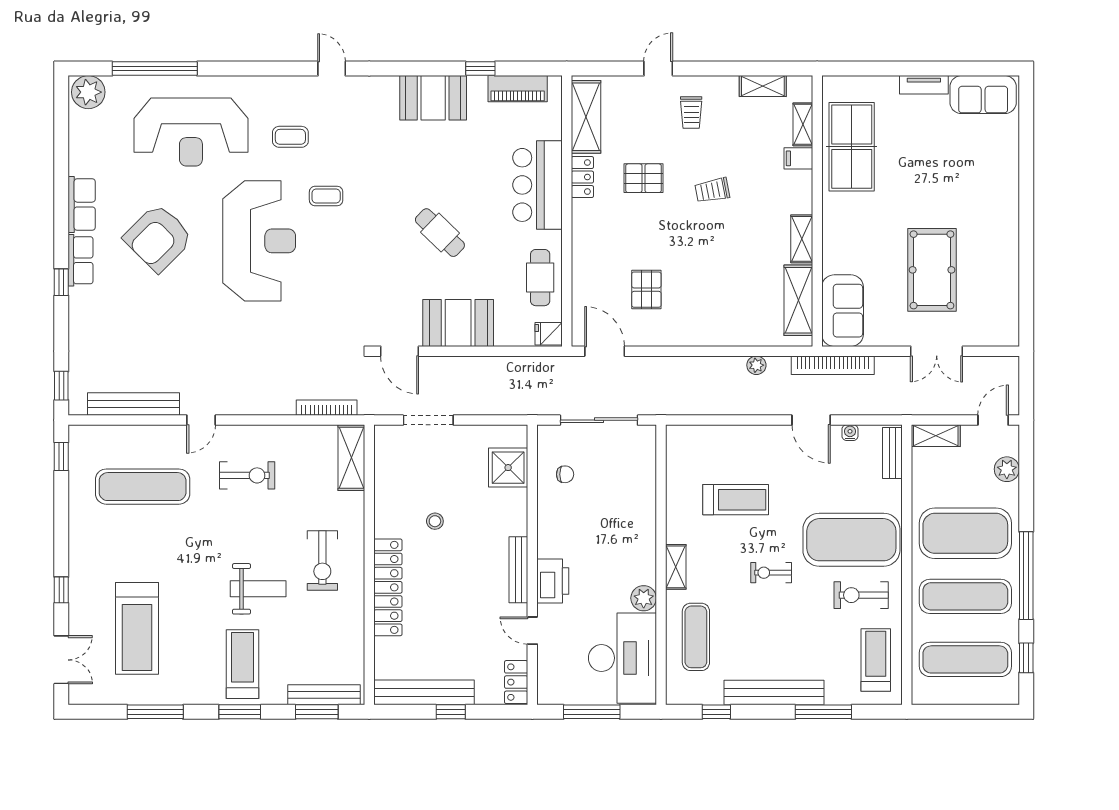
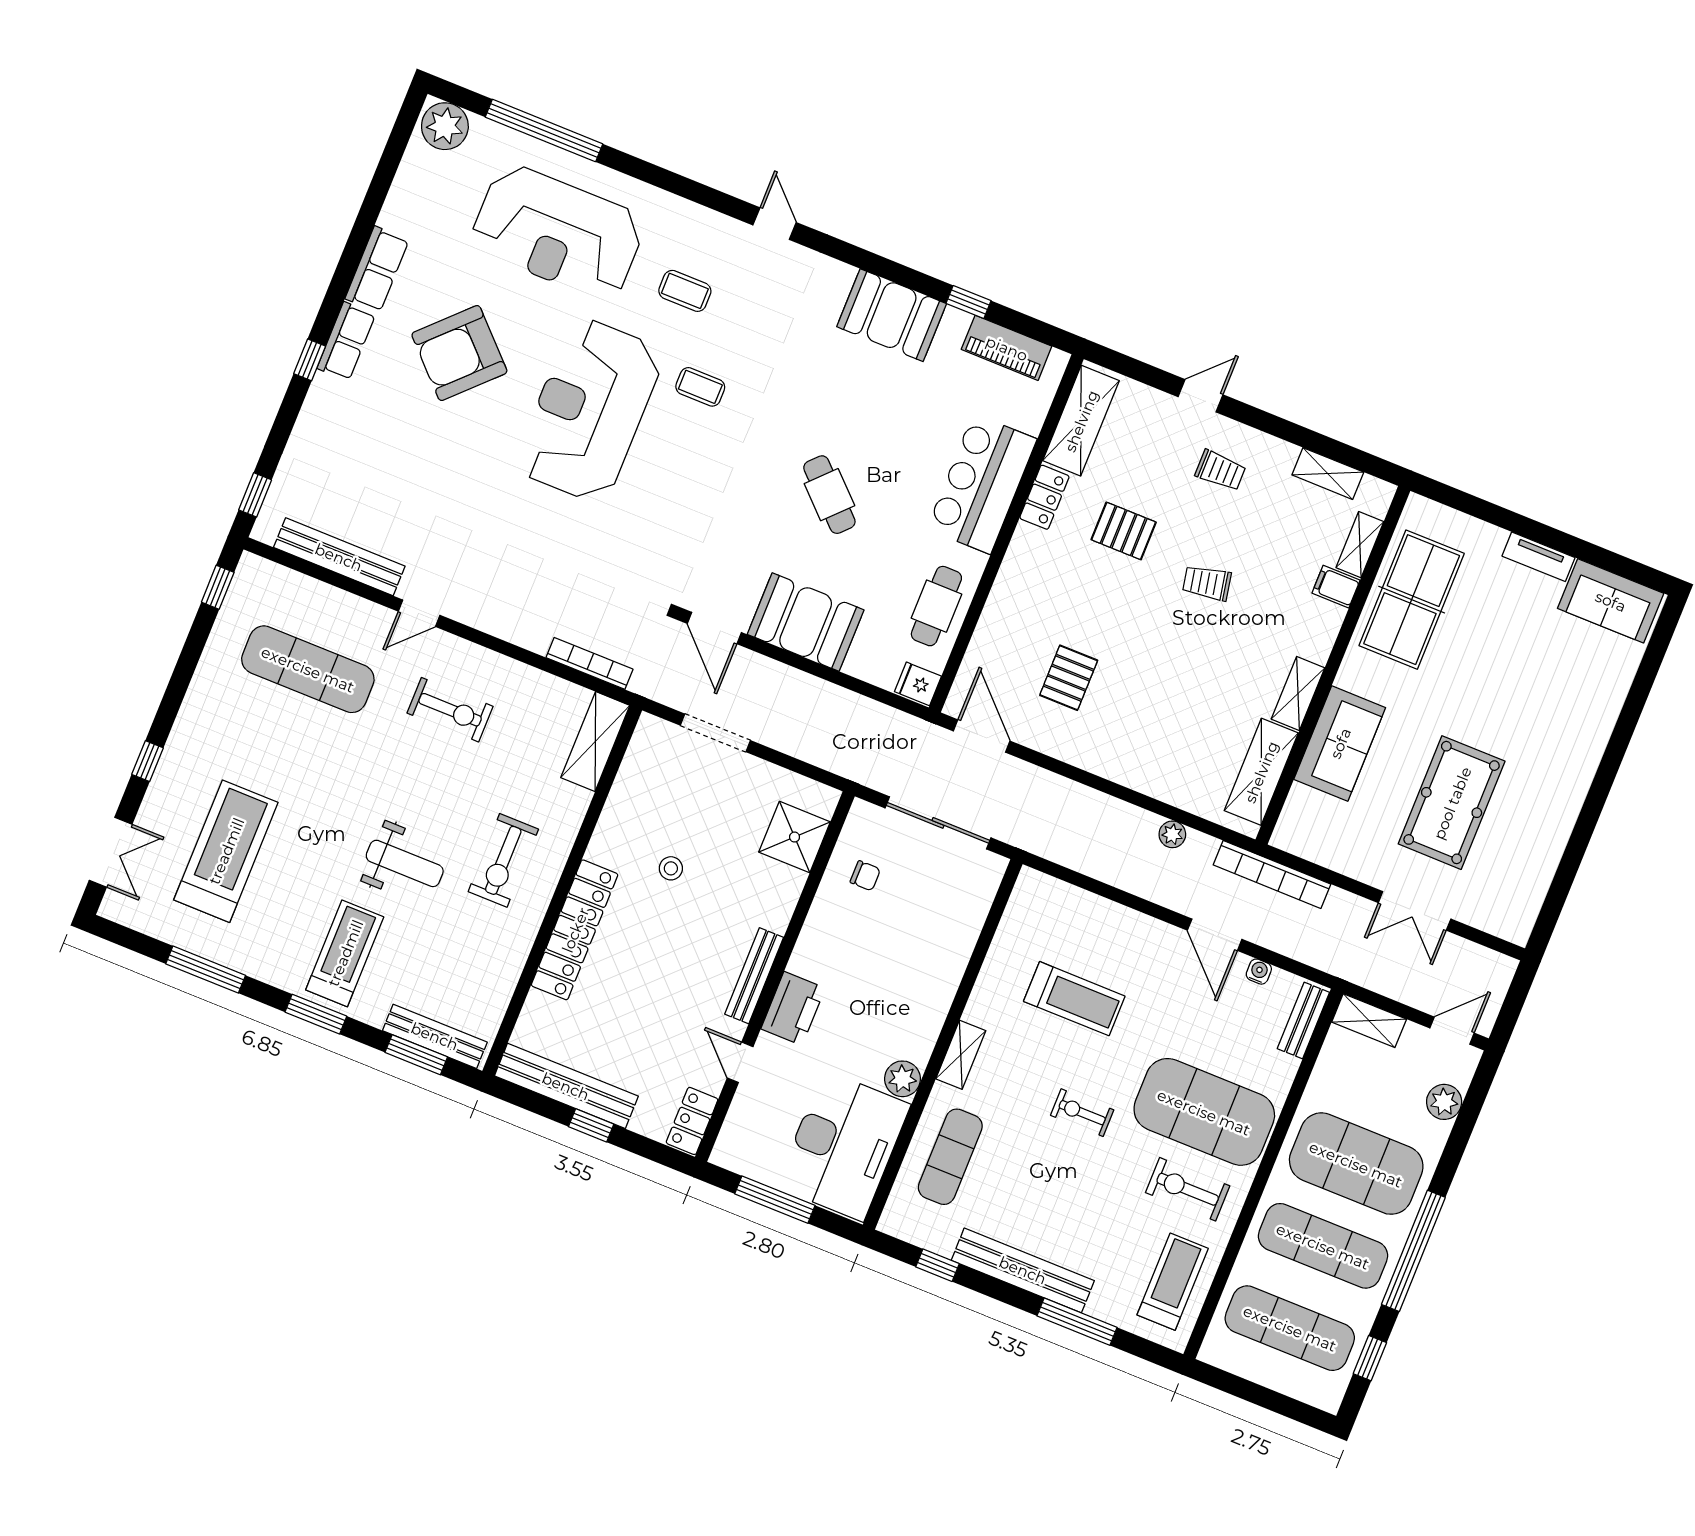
trolley: (691, 113) -> (1220, 470), turned -90
reception desk: (259, 241) -> (589, 410), turned 180
sofa: (843, 311) -> (1340, 743), moved
treadmill: (137, 628) -> (226, 851), turned 180

